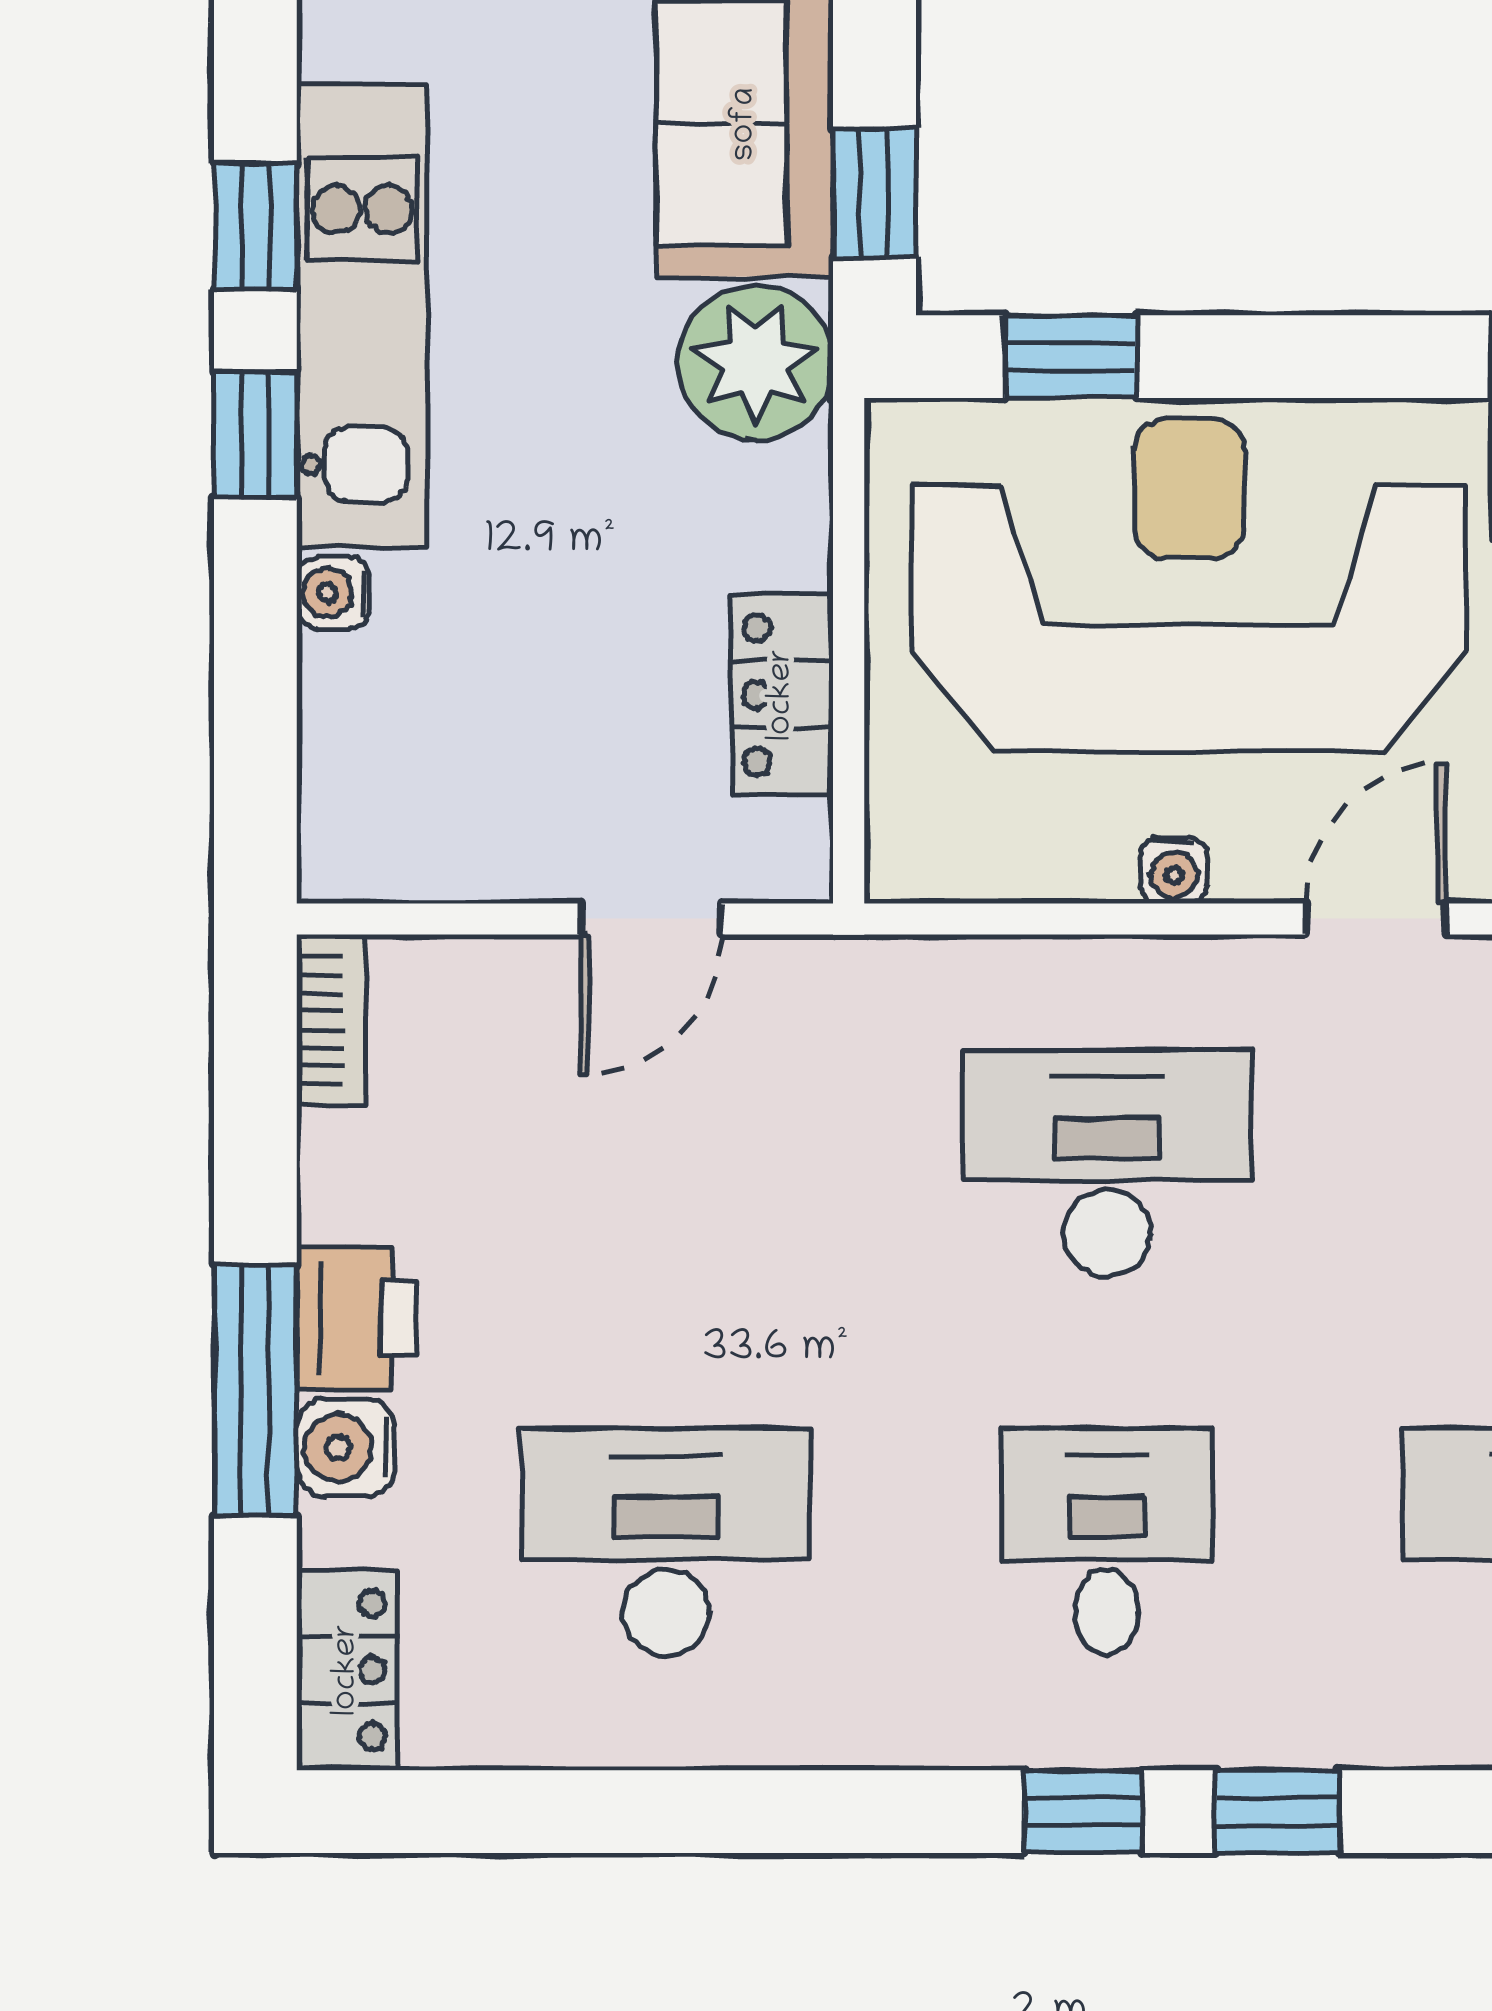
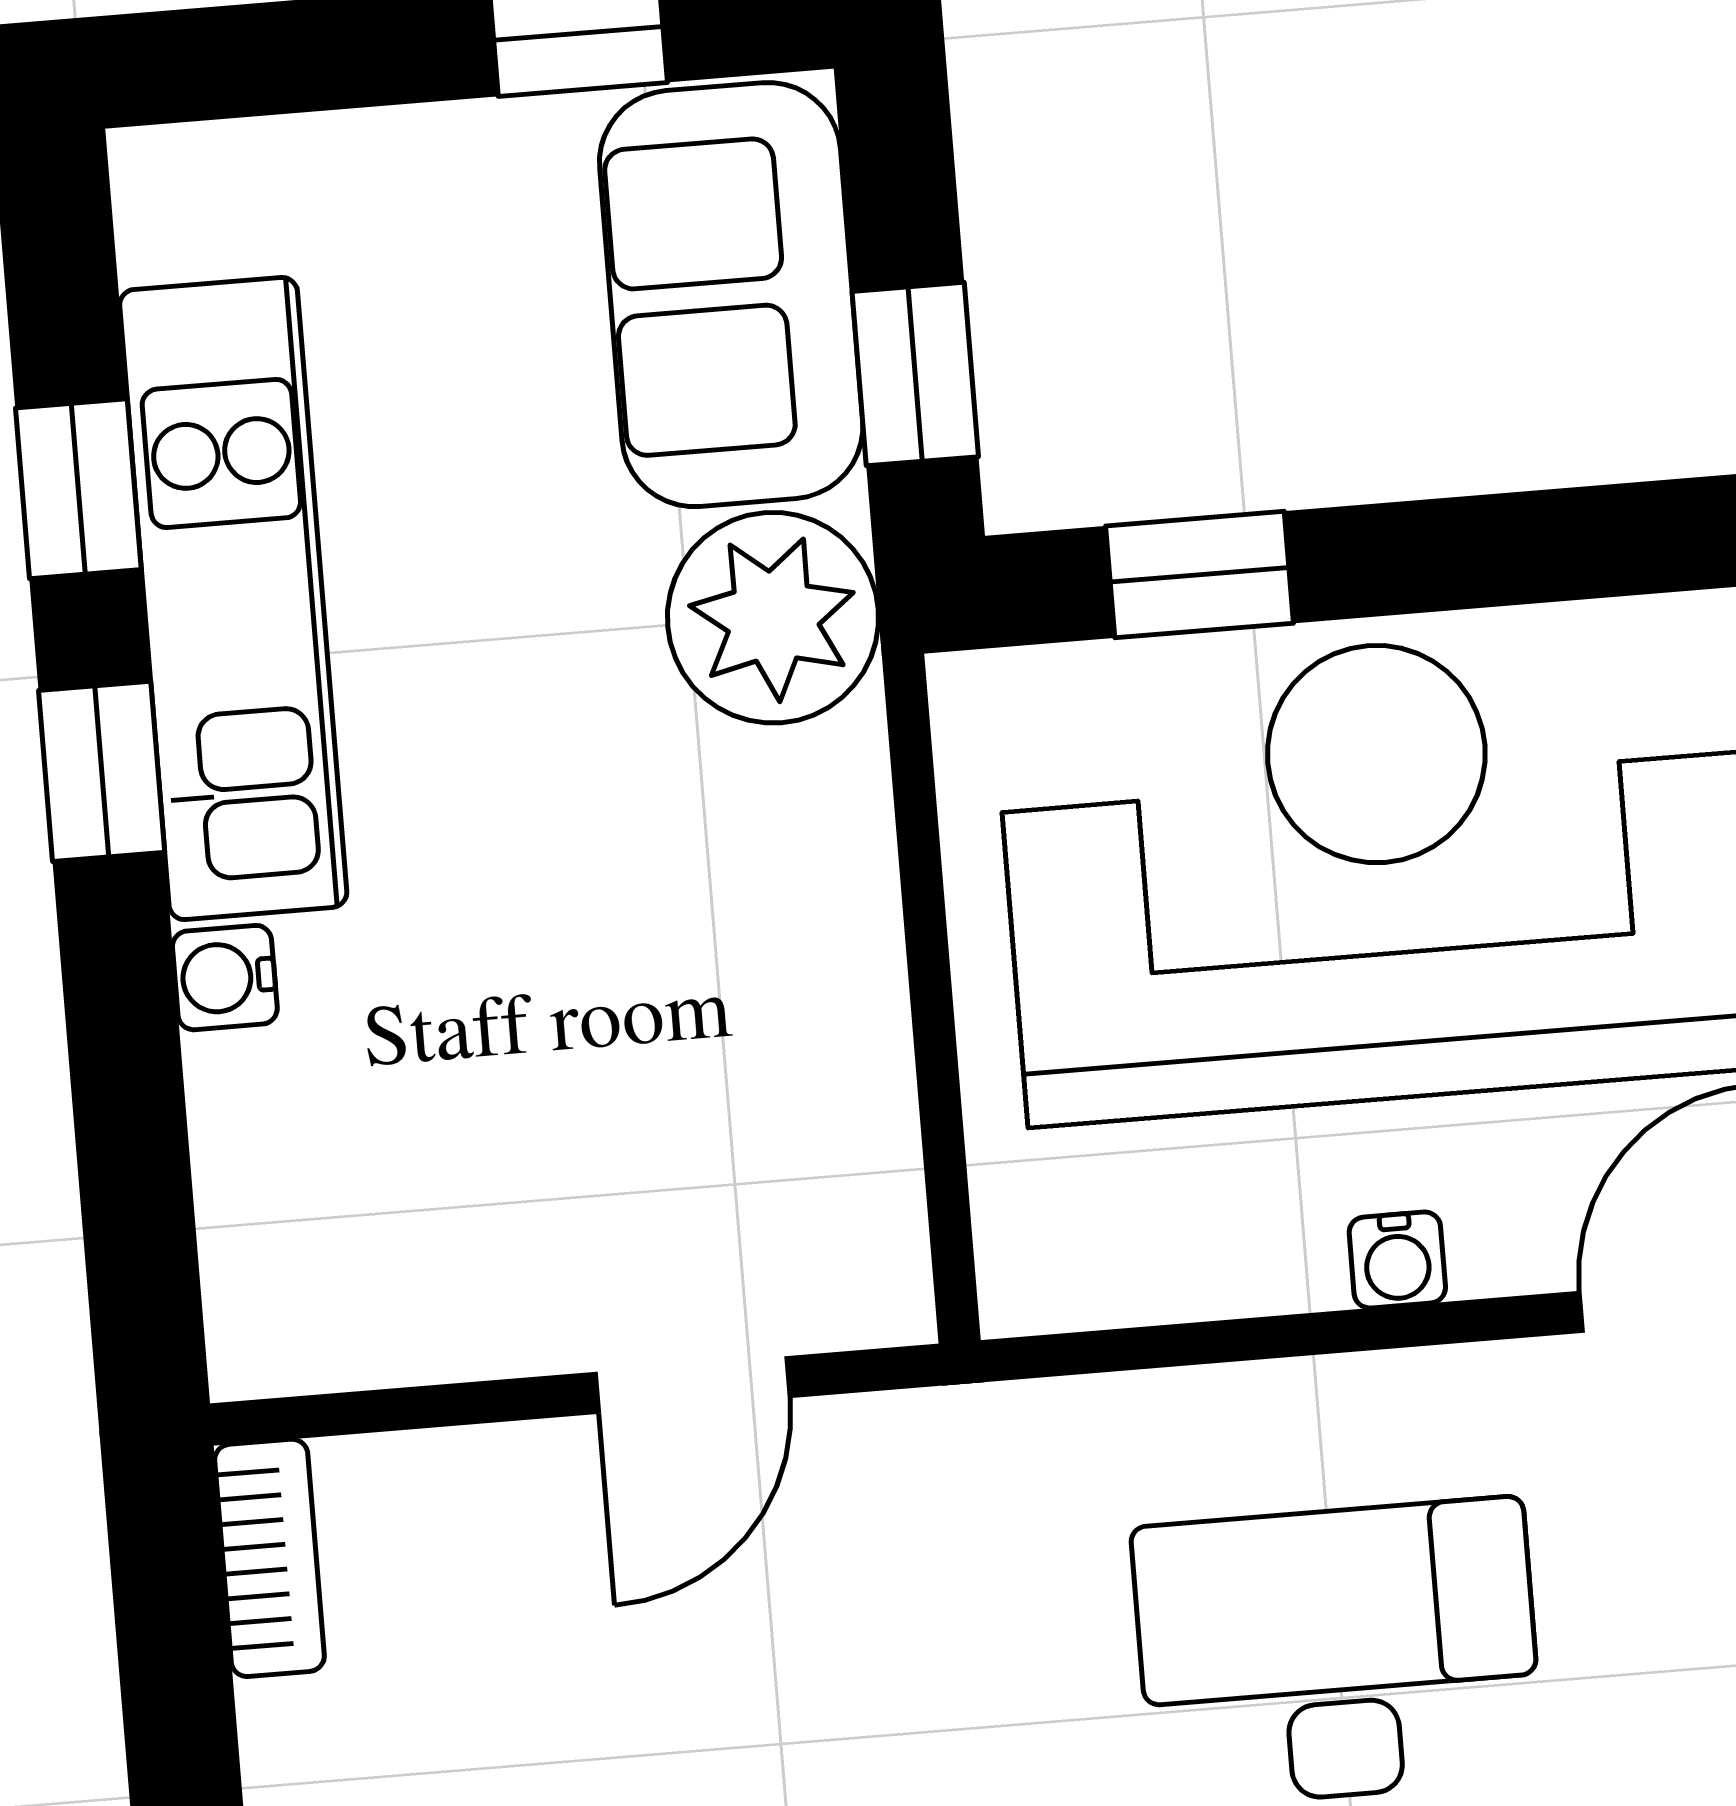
locker: (782, 695) -> (846, 1066), removed

